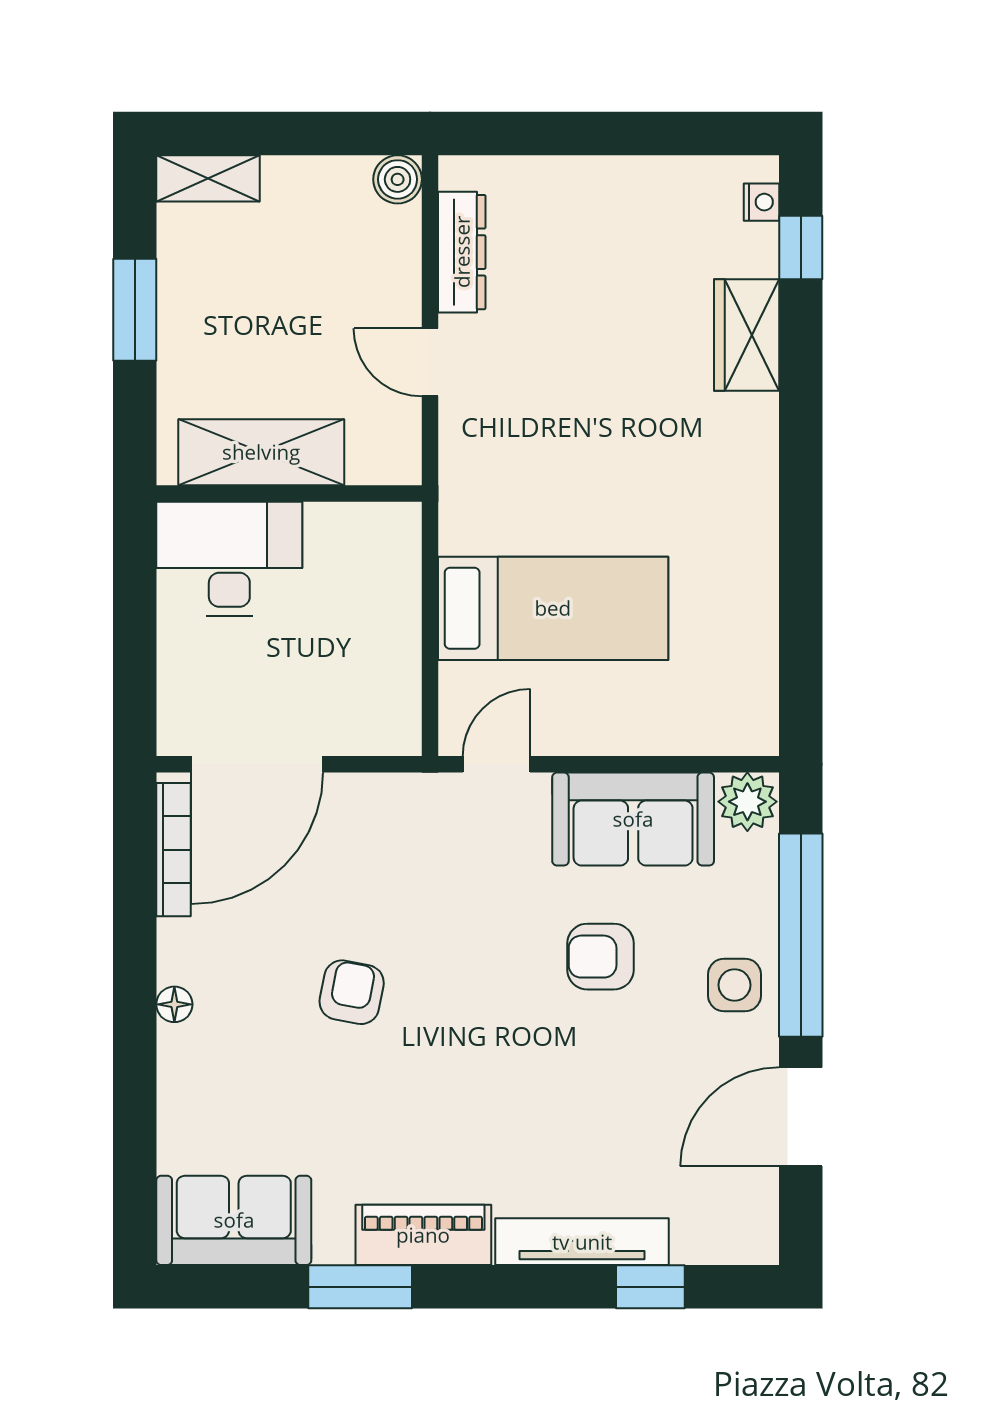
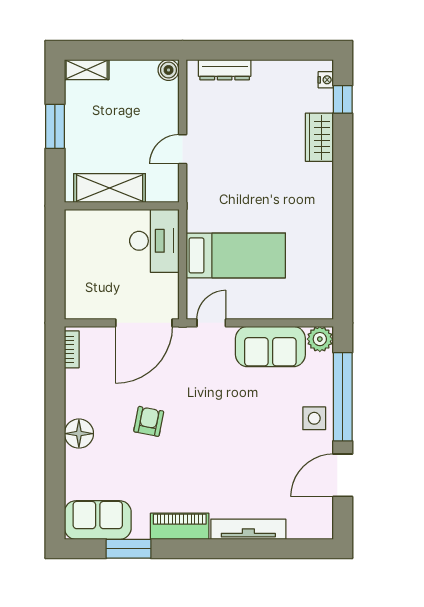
dresser: (462, 252) -> (225, 70), moved, turned 90
door: (430, 362) -> (183, 149), hinge flipped
desk: (229, 559) -> (154, 241), moved, turned 90
door: (257, 764) -> (144, 323), moved
bookcase: (174, 850) -> (72, 349), width x0.64
armchair: (601, 957) -> (256, 406), removed
floor lamp: (174, 1004) -> (79, 434), width x1.89, depth x1.89
window: (360, 1287) -> (129, 549), moved
window: (650, 1287) -> (278, 549), removed

